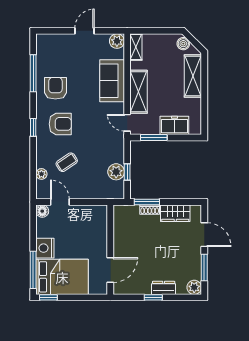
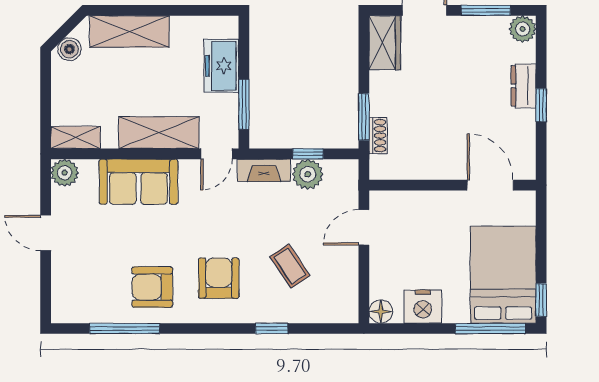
window: (33, 127) -> (272, 329), moved
fireplace: (118, 148) -> (264, 170), added
plant: (41, 174) -> (312, 313), removed
door: (60, 202) -> (364, 227), moved
shoe rack: (150, 210) -> (378, 136), moved
wardrobe: (175, 213) -> (385, 43), moved
nightstand: (45, 248) -> (423, 307), moved

